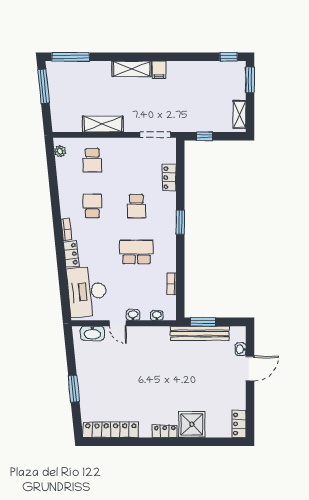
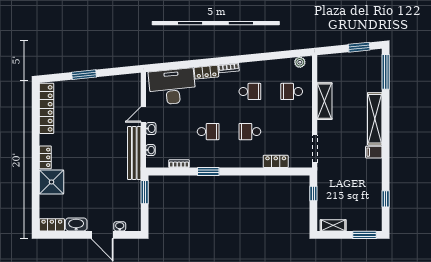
window: (229, 57) -> (386, 199), moved
shelving: (132, 69) -> (375, 119), width x1.47
window: (44, 86) -> (359, 47), width x0.69
window: (180, 222) -> (208, 171), moved
school desk: (136, 252) -> (208, 132), width x0.54
washbasin: (92, 333) -> (76, 224), moved, turned 90
bench: (200, 333) -> (134, 153), moved

